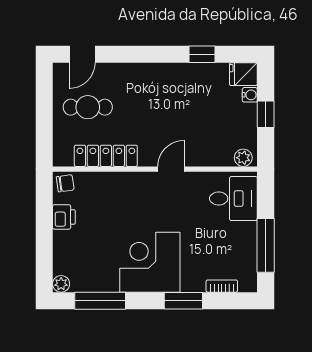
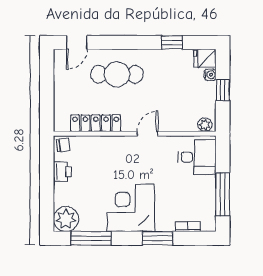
cafe table: (88, 107) -> (117, 74), moved, width x1.37, depth x1.35
plant: (61, 284) -> (66, 219), width x1.88, depth x1.88

